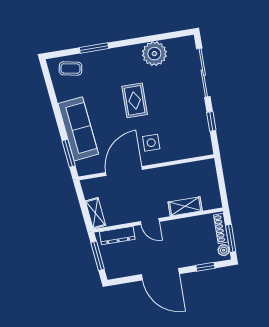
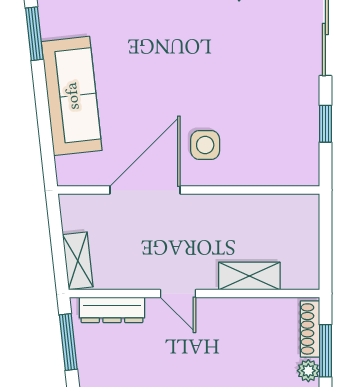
rug: (135, 100) -> (187, 60), removed
window: (69, 153) -> (34, 34), moved

